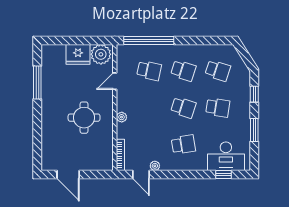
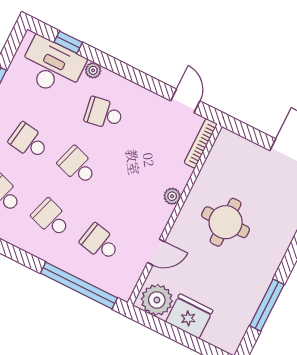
plant: (155, 166) -> (93, 70), moved

